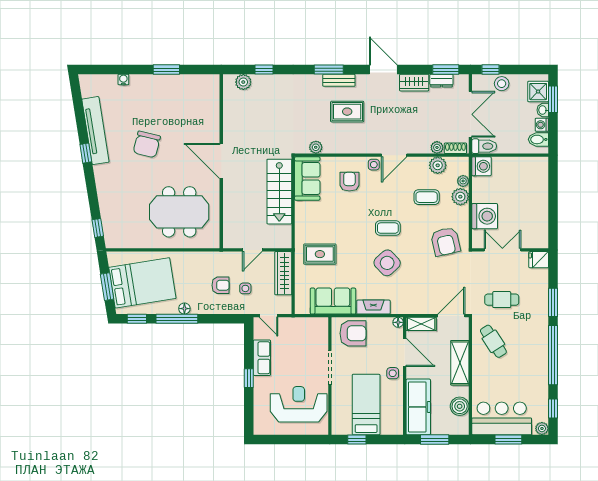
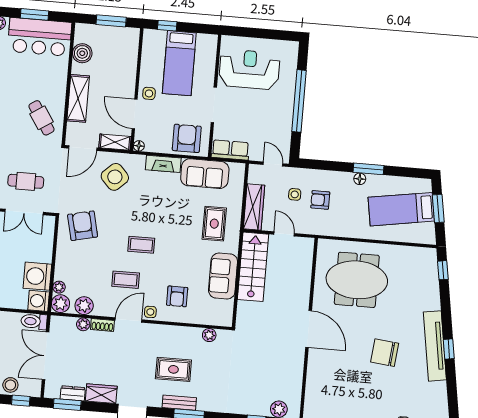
tv unit: (95, 131) -> (435, 346), moved
chair: (147, 144) -> (385, 353), turned -98
shoe rack: (455, 148) -> (102, 325), moved
sofa: (307, 178) -> (223, 276), moved
stairs: (279, 192) -> (253, 267), moved
coffee table: (427, 197) -> (126, 280), moved
plant: (460, 197) -> (61, 304), moved
washing machine: (485, 216) -> (37, 276), moved
door: (252, 250) -> (284, 234), hinge flipped
rug: (320, 254) -> (214, 224), turned 90
side table: (387, 263) -> (115, 177), moved
bed: (142, 283) -> (401, 209), width x0.67
cafe table: (502, 300) -> (26, 181), moved
window: (137, 319) -> (410, 172), removed
window: (177, 319) -> (369, 169), width x0.69
armchair: (353, 333) -> (187, 138), turned 90
row of seats: (262, 358) -> (230, 150), moved, turned 90
window: (249, 378) -> (299, 101), width x3.17
reception desk: (299, 404) -> (249, 69), turned 180
freezer: (418, 407) -> (125, 56), removed
window: (357, 440) -> (167, 26), moved

